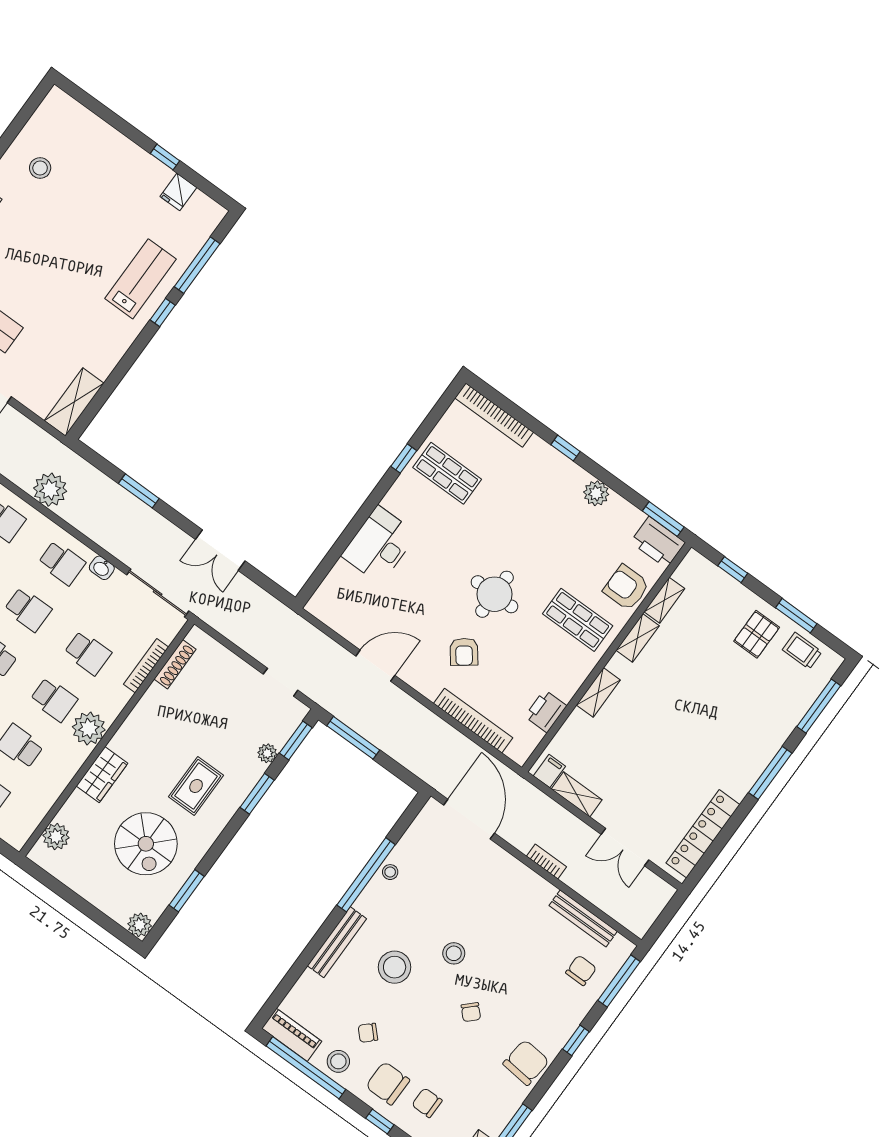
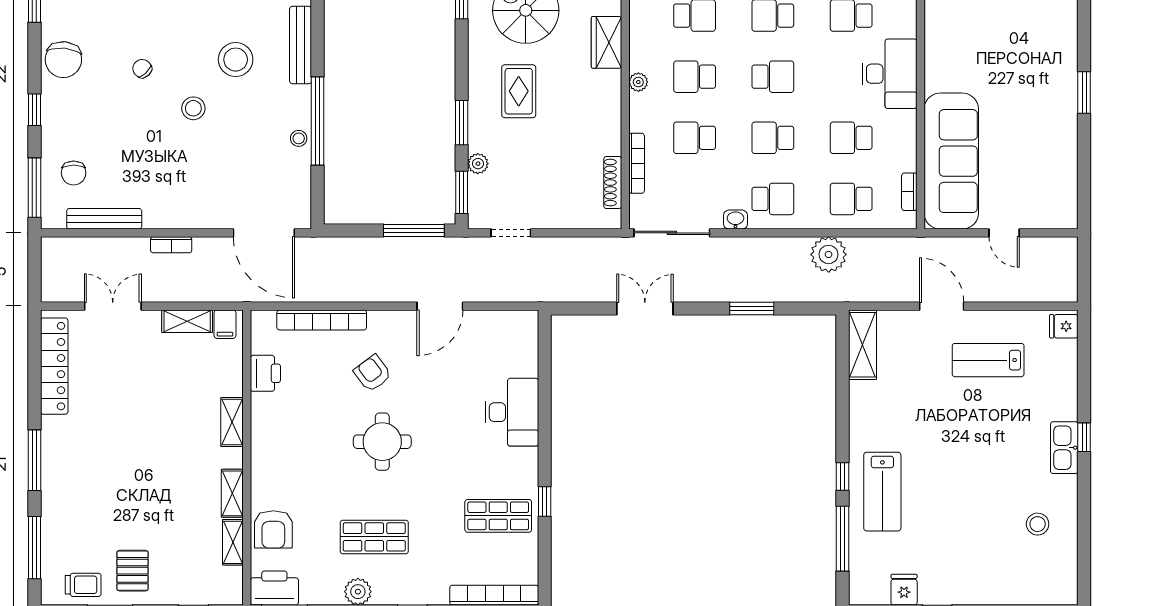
school desk: (62, 563) -> (773, 199), turned 180
armchair: (626, 588) -> (273, 529), turned 90
shop shelf: (578, 620) -> (374, 537), moved
plant: (89, 728) -> (638, 82), width x0.53, depth x0.53

